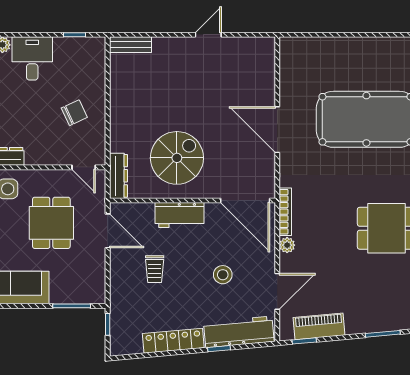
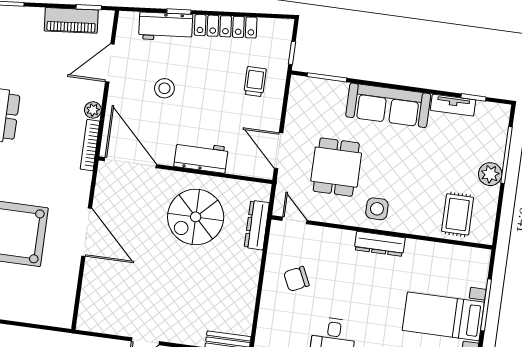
dresser: (118, 176) -> (257, 225), moved
trolley: (155, 269) -> (255, 82), moved
workbench: (239, 332) -> (166, 27), width x0.73

